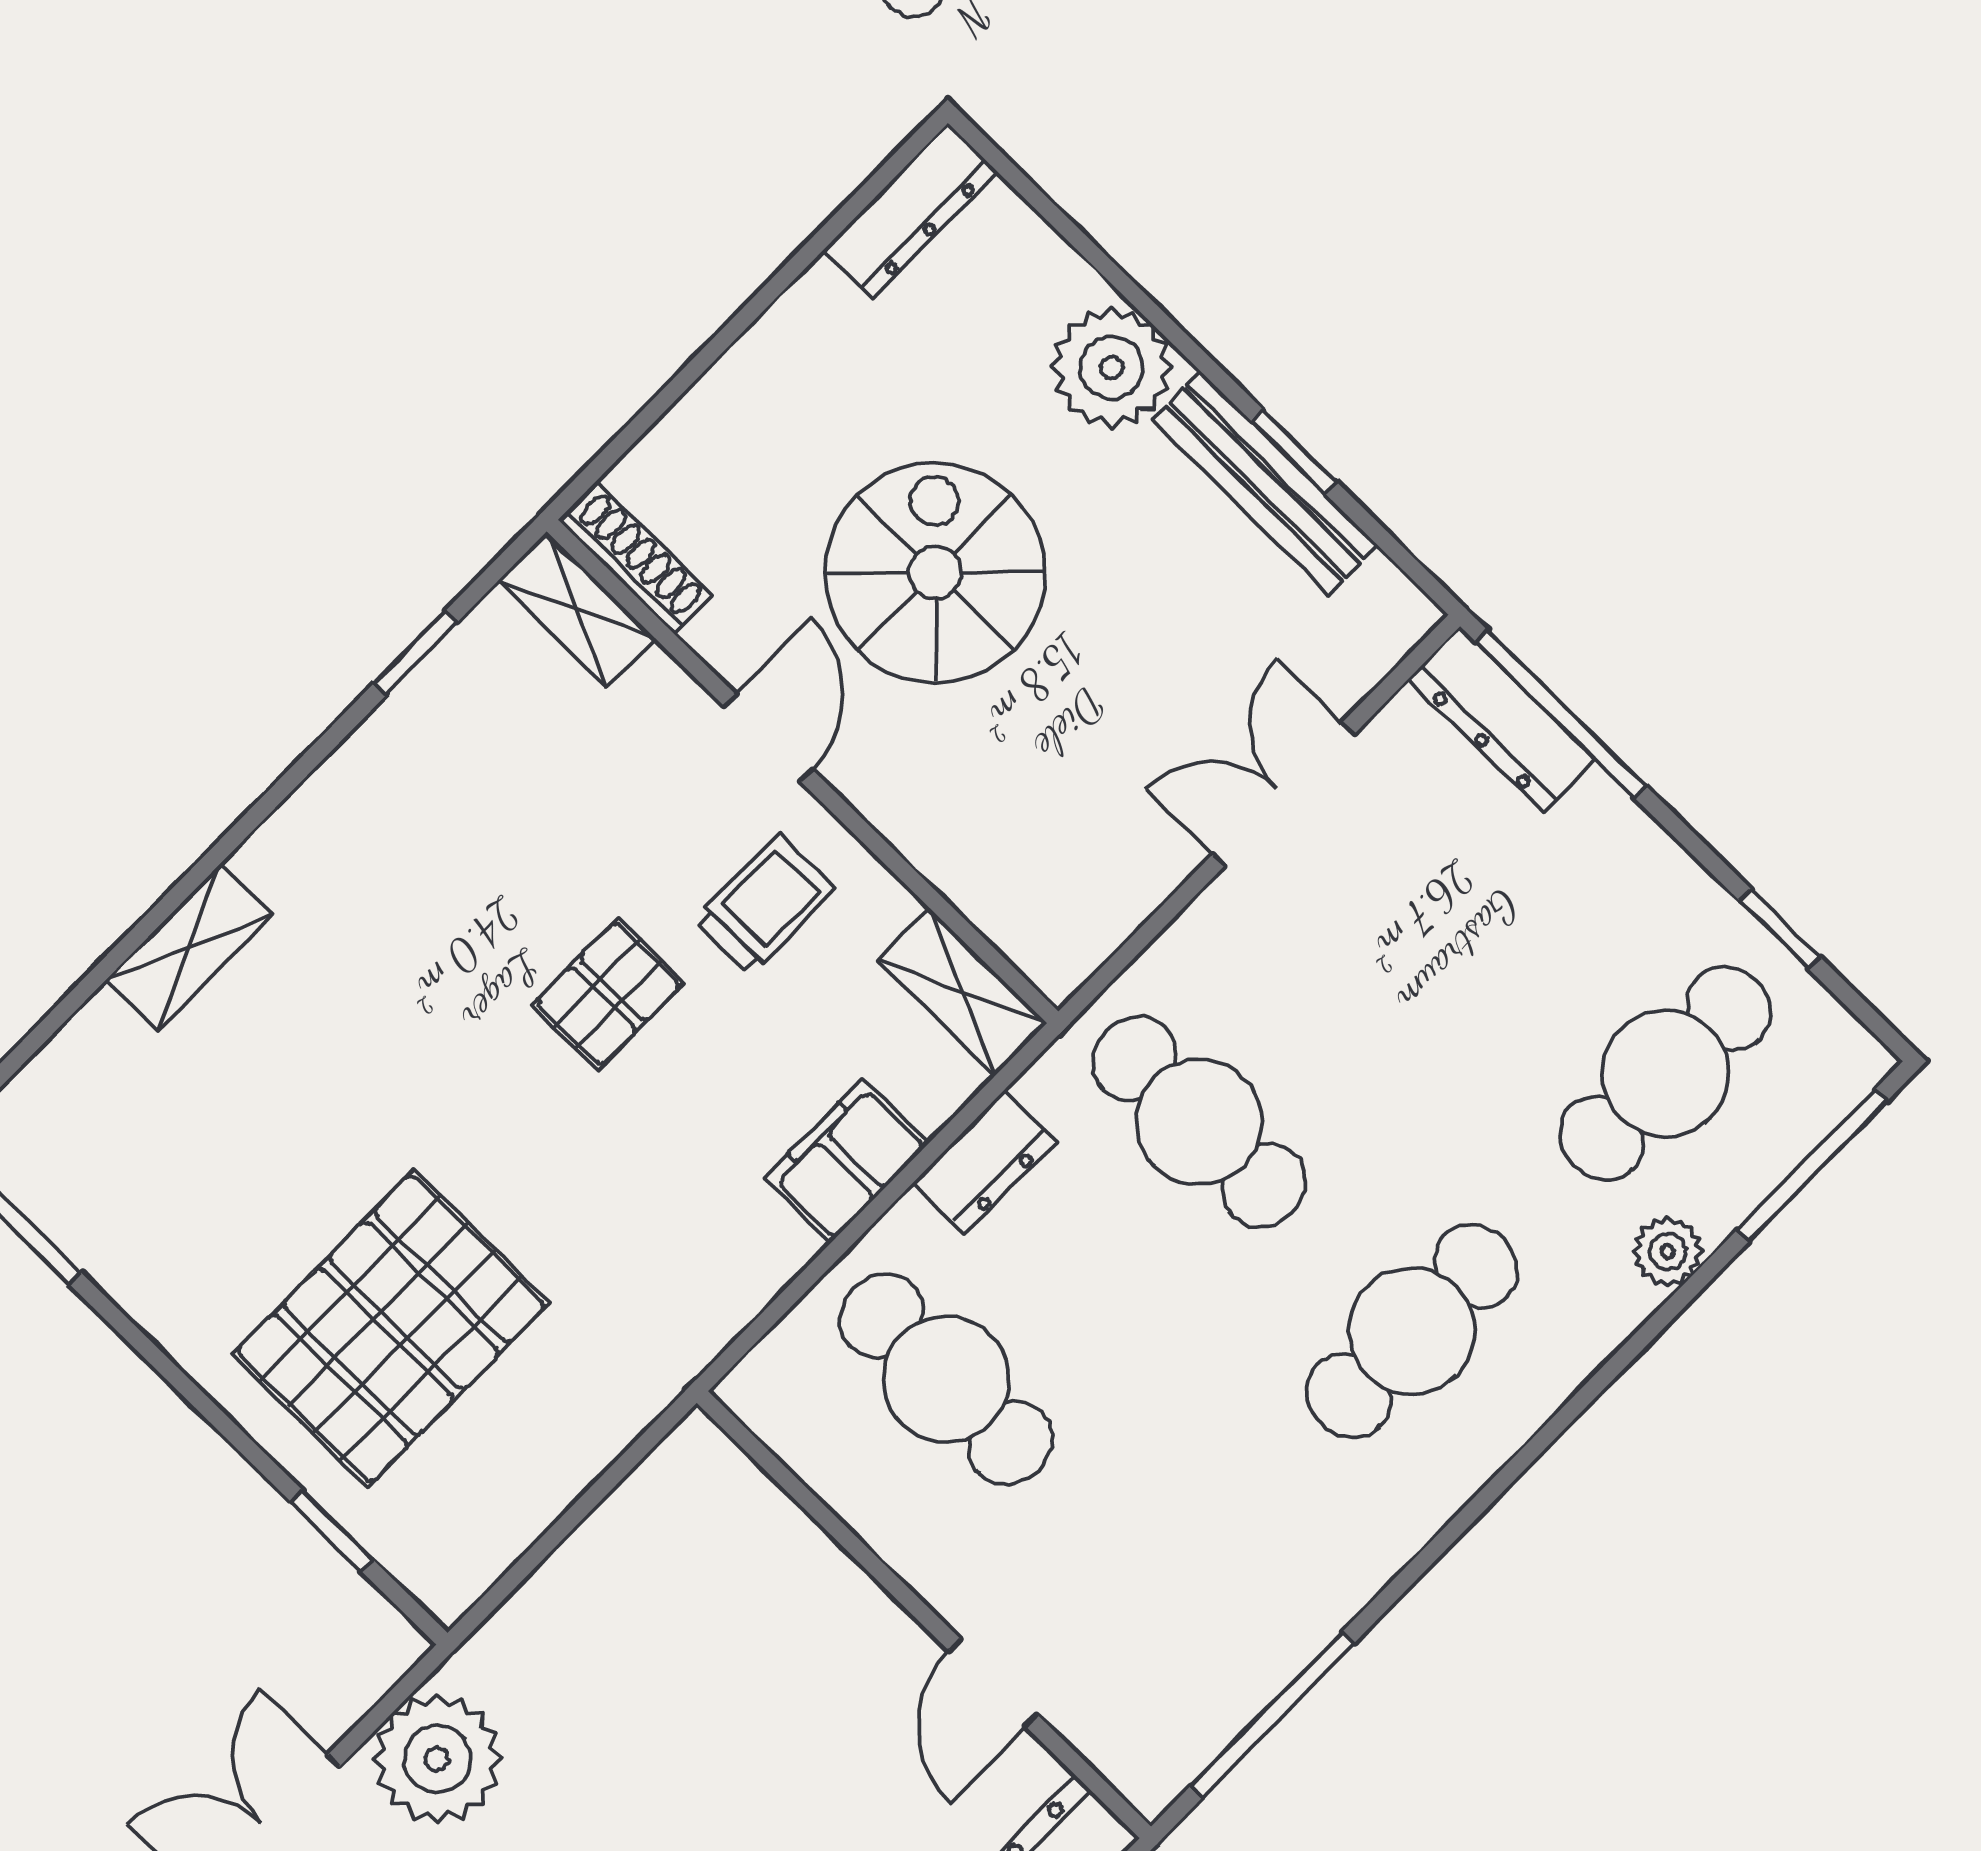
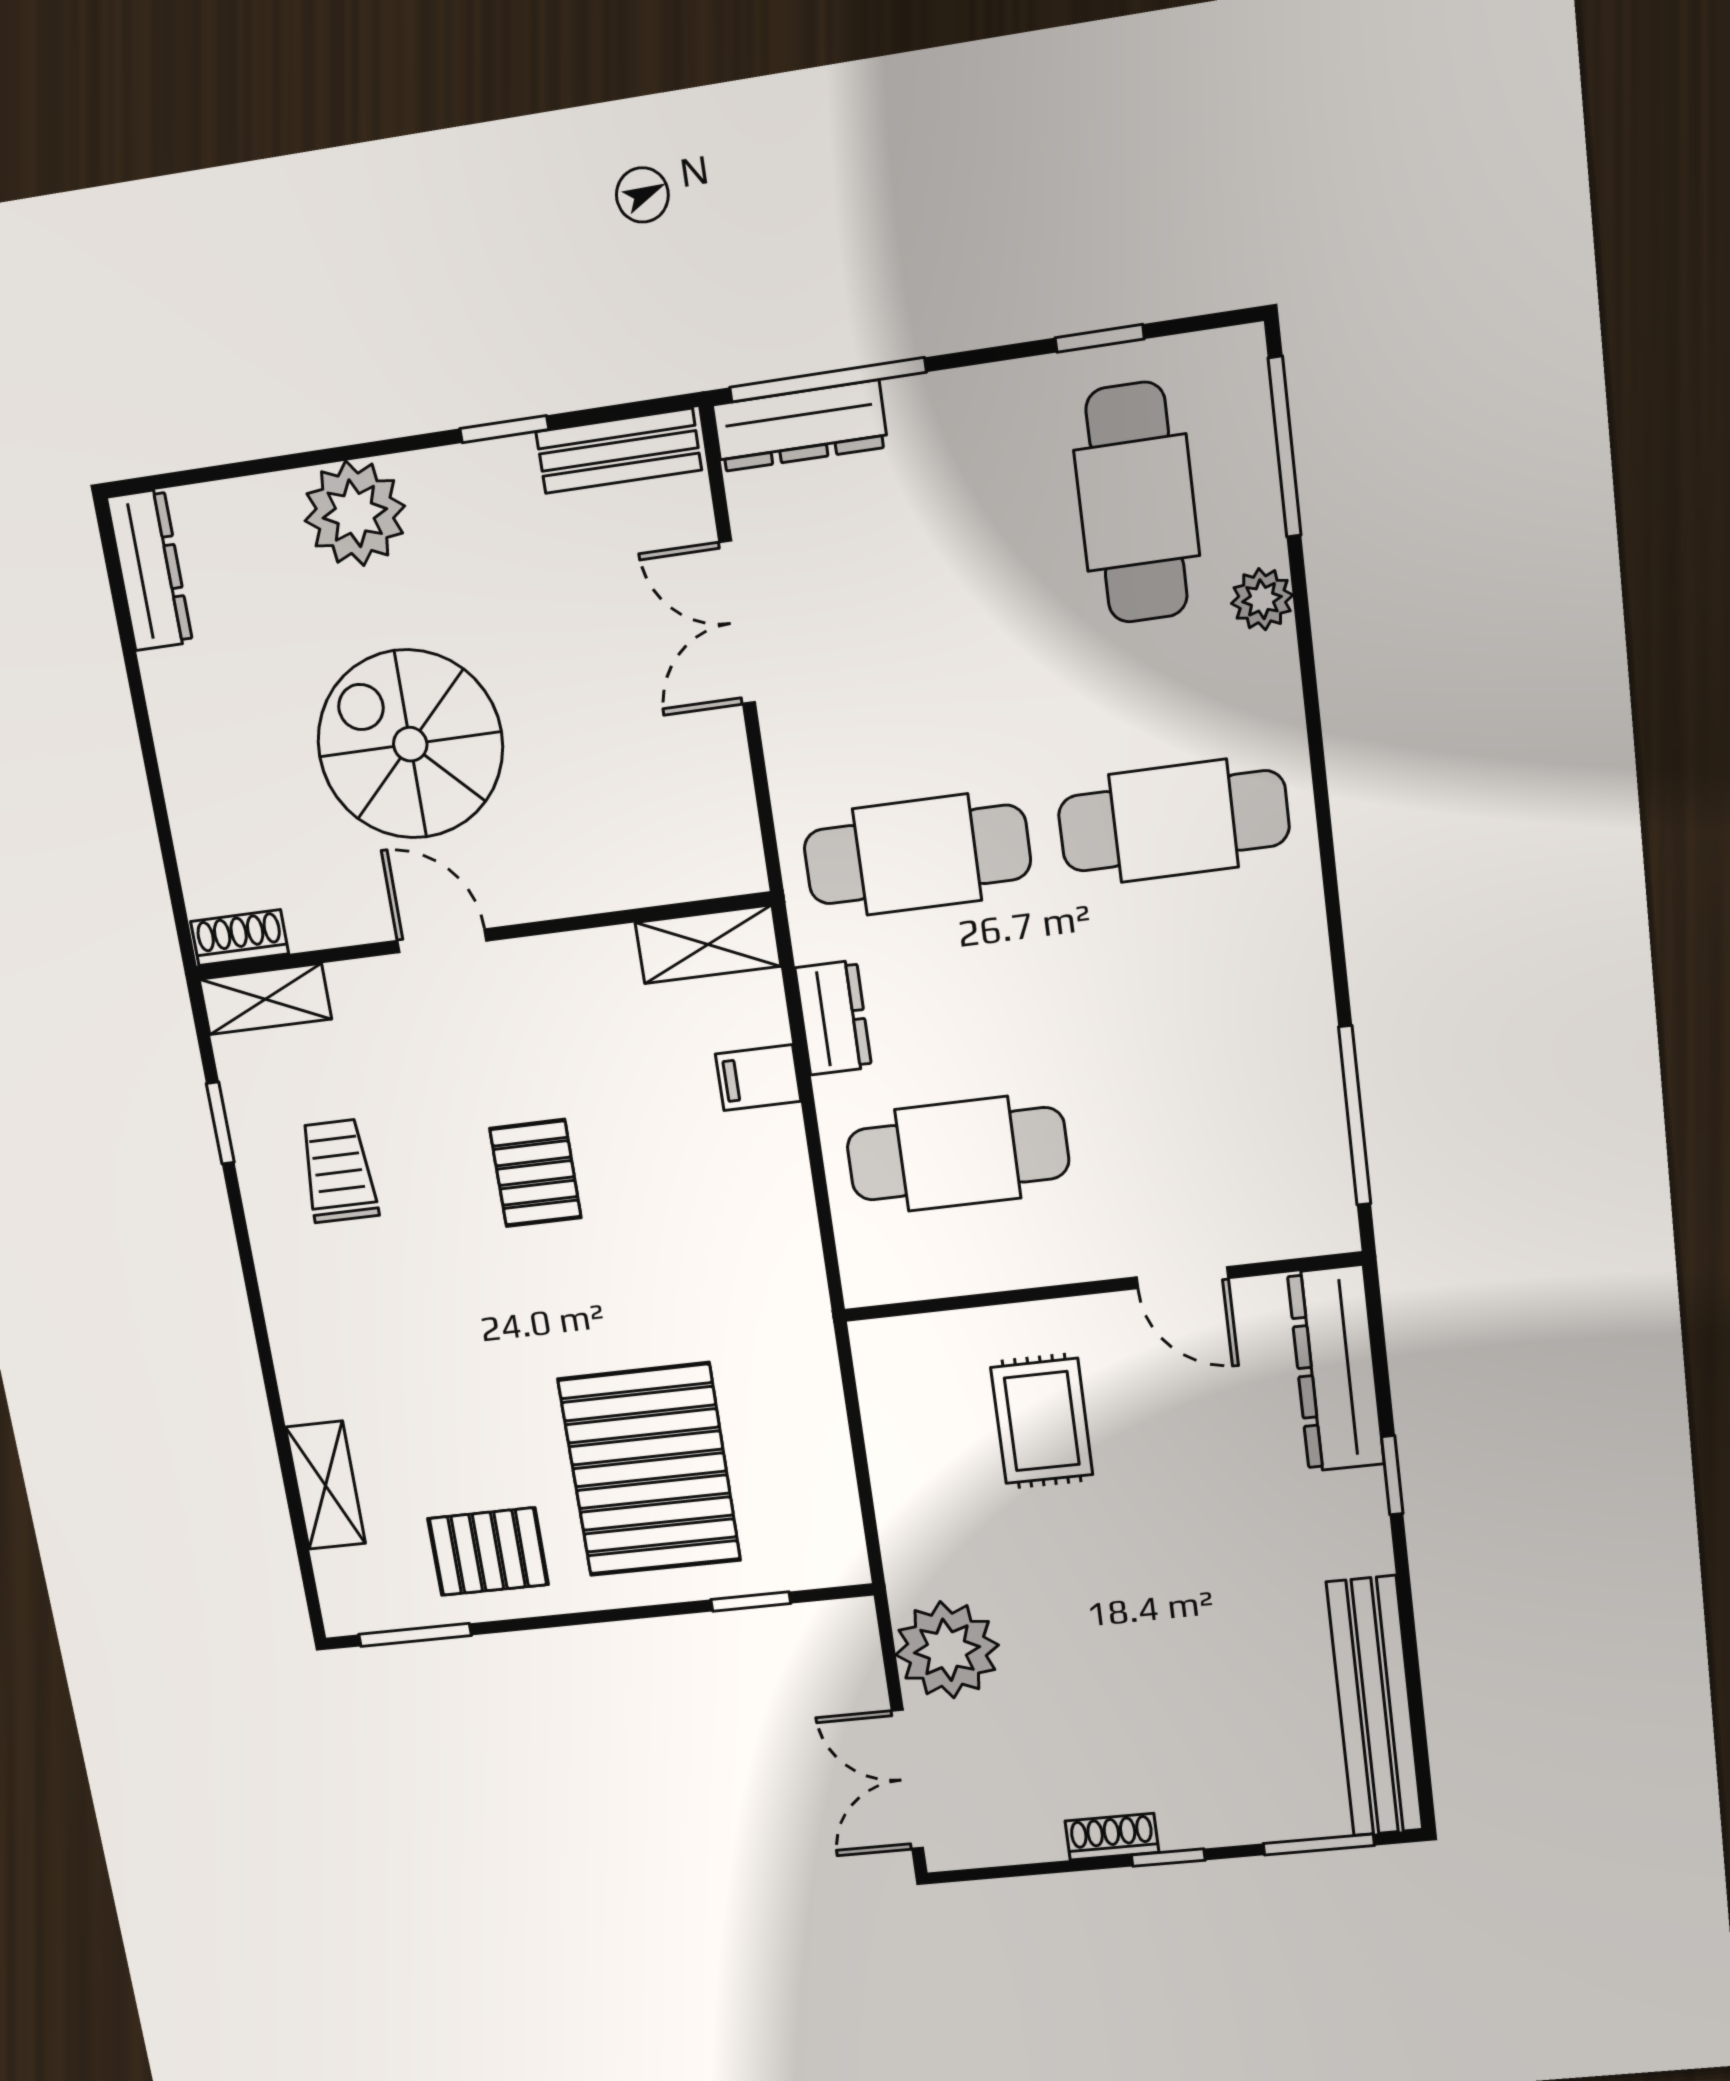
bench: (1265, 483) -> (619, 451), moved, width x0.73
shoe rack: (636, 559) -> (240, 938), width x0.70
trolley: (765, 904) -> (338, 1171), moved
shelving: (189, 947) -> (326, 1485), moved
filing cabinet: (847, 1161) -> (758, 1078), width x0.50
pallet: (175, 1235) -> (488, 1552), added
cafe table: (1412, 1331) -> (1174, 821), turned 90
rug: (746, 1665) -> (1042, 1421), added

